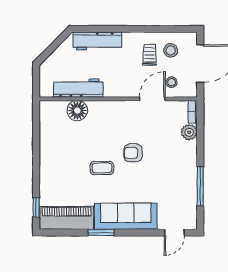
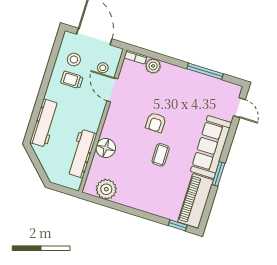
floor lamp: (77, 111) -> (106, 148), moved
plant: (50, 124) -> (106, 189), added

